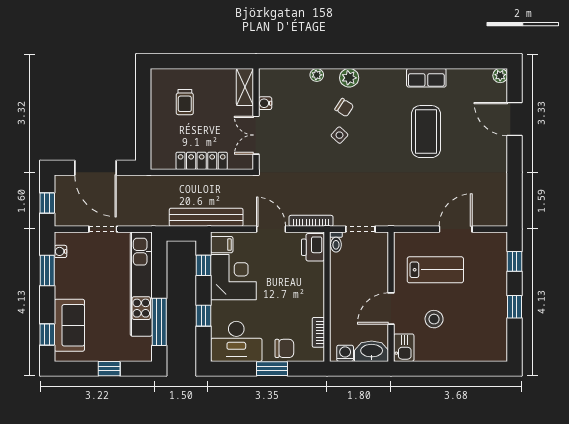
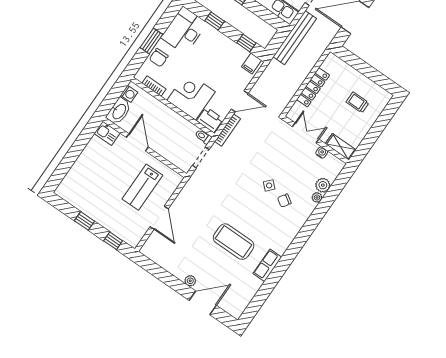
plant: (500, 76) -> (190, 281), moved
plant: (349, 78) -> (323, 185), moved
bench: (206, 217) -> (295, 38), moved
corner desk: (233, 277) -> (191, 96), moved, turned 180
stool: (434, 319) -> (112, 165), removed

